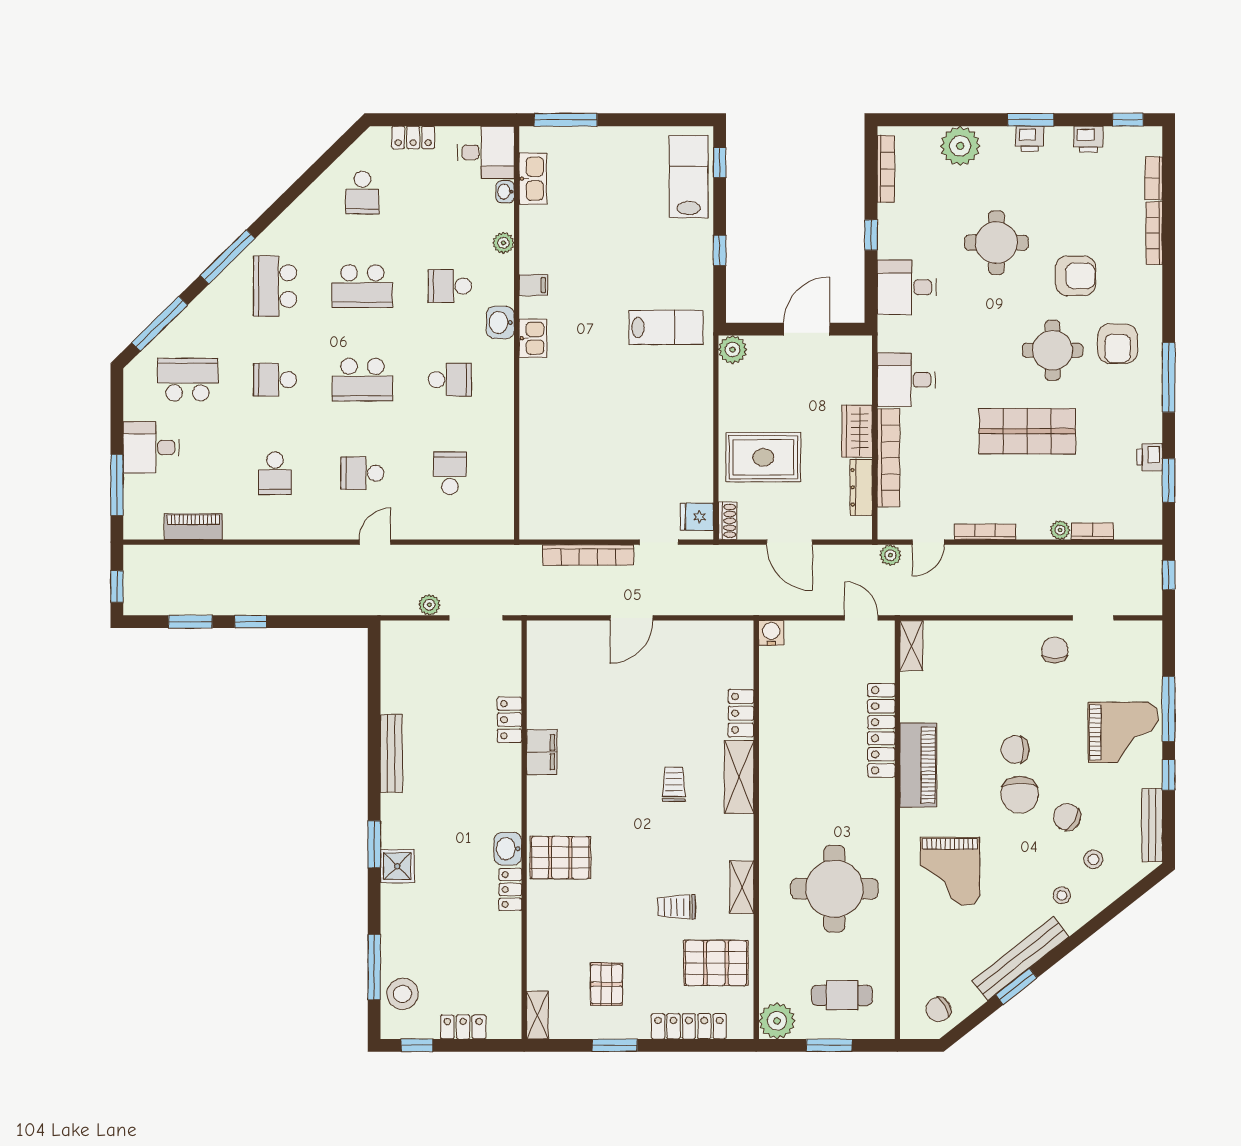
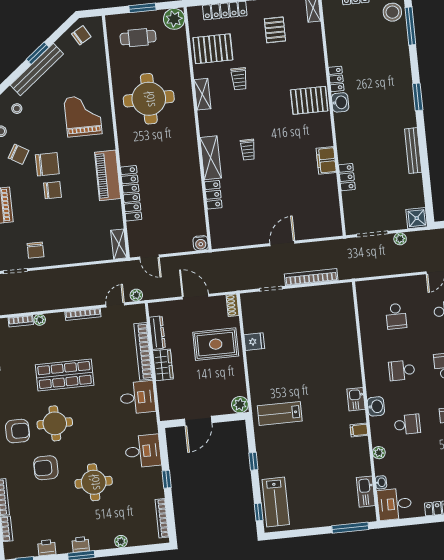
plant: (960, 146) -> (121, 541), width x0.53, depth x0.53
armchair: (1118, 344) -> (18, 431), turned 90
fridge: (697, 517) -> (254, 342), moved
chair: (1020, 795) -> (47, 164), turned 90
shower: (397, 866) -> (417, 218), moved
trolley: (676, 907) -> (239, 79), turned 90

